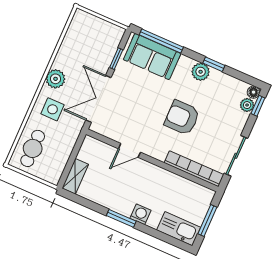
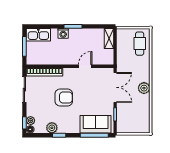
plant: (201, 72) -> (52, 128), moved
side table: (53, 109) -> (138, 70), removed

